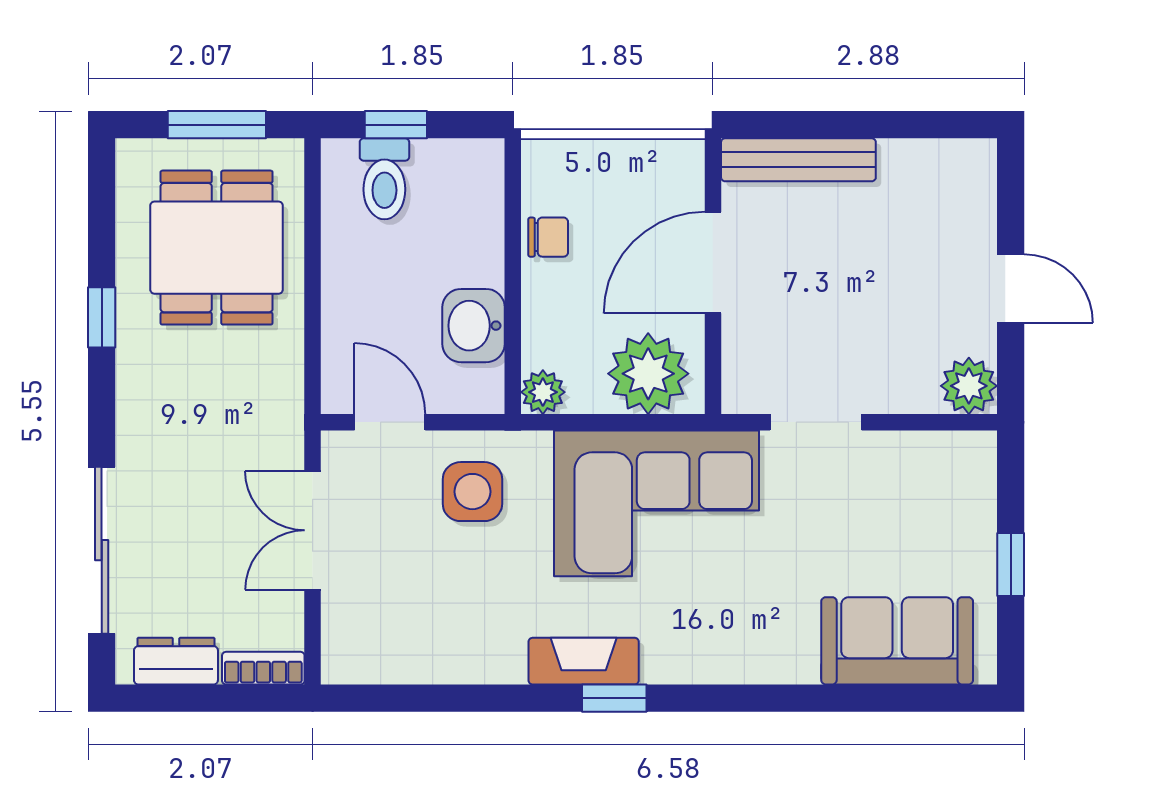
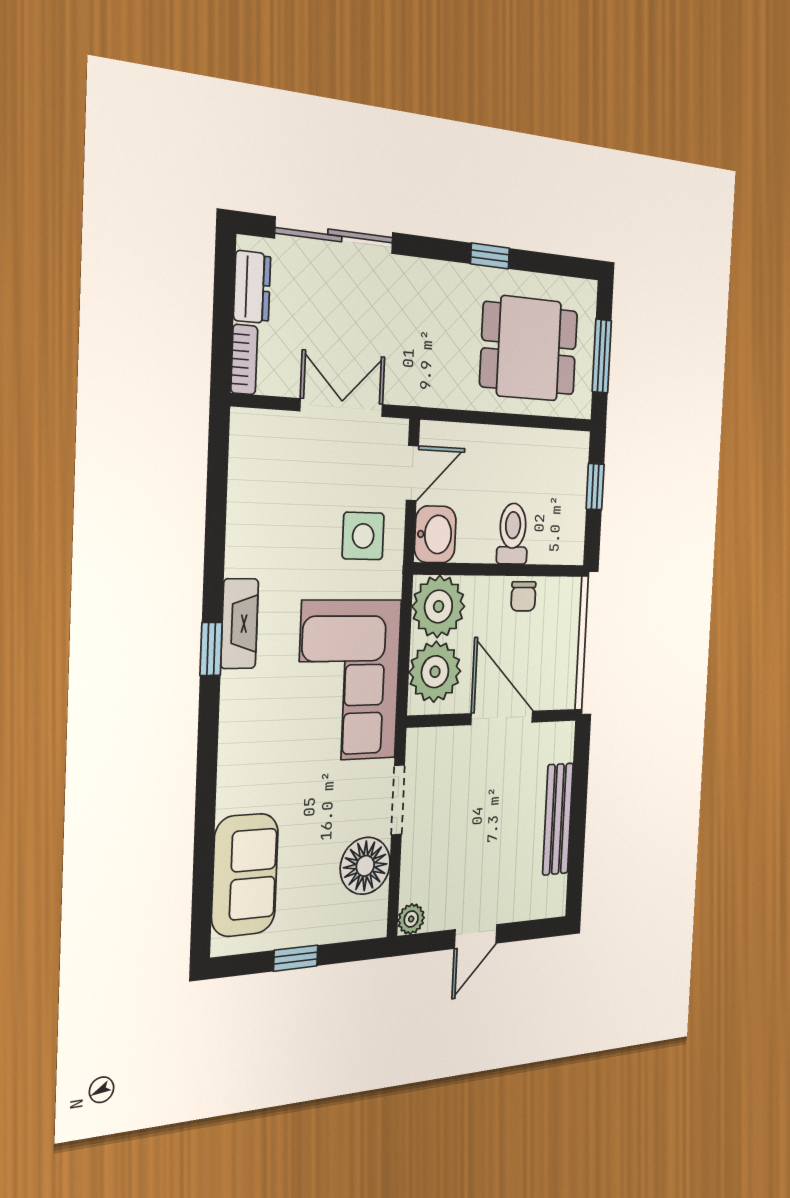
bench: (798, 160) -> (558, 819), moved
toilet: (384, 179) -> (513, 534), moved, turned 90
washbasin: (474, 326) -> (435, 534), moved, turned 90
plant: (969, 386) -> (411, 919), width x0.73, depth x0.73
plant: (543, 392) -> (439, 606), width x1.87, depth x1.87
floor lamp: (899, 468) -> (365, 866), added

